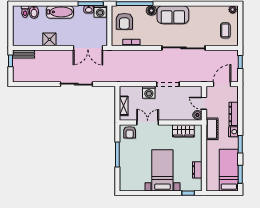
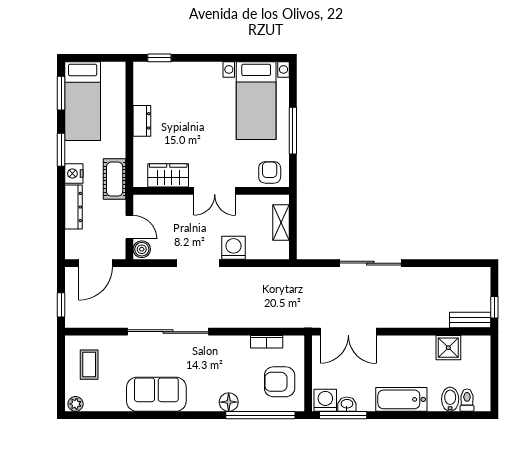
sofa: (173, 15) -> (156, 394), moved
armchair: (124, 21) -> (280, 382), turned -90
shower: (49, 39) -> (448, 348), moved
double door: (88, 48) -> (348, 332), swing flipped
boiler: (197, 115) -> (142, 249), moved
double door: (148, 122) -> (215, 191), moved
bed with nightstands: (162, 170) -> (256, 101), moved
dresser: (197, 170) -> (142, 121), moved

